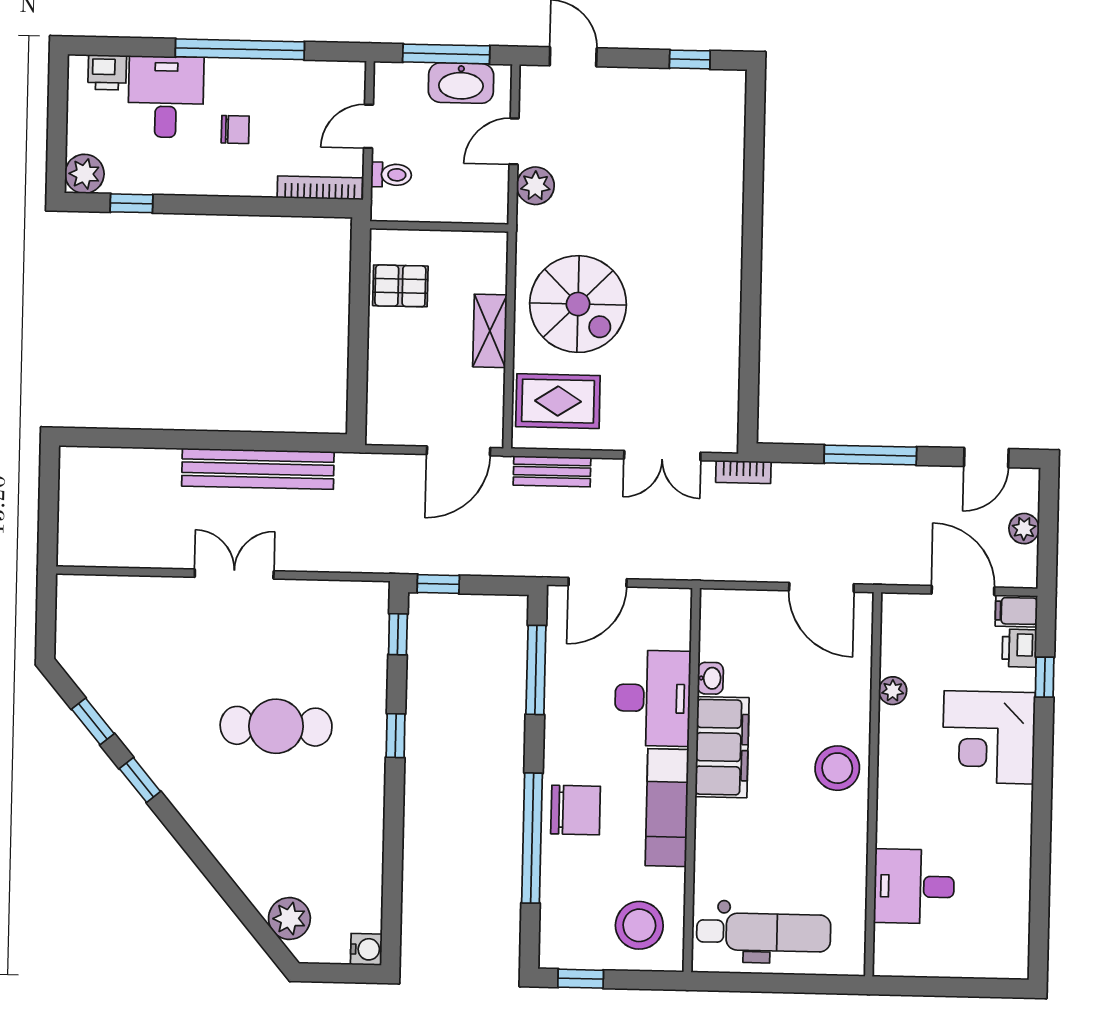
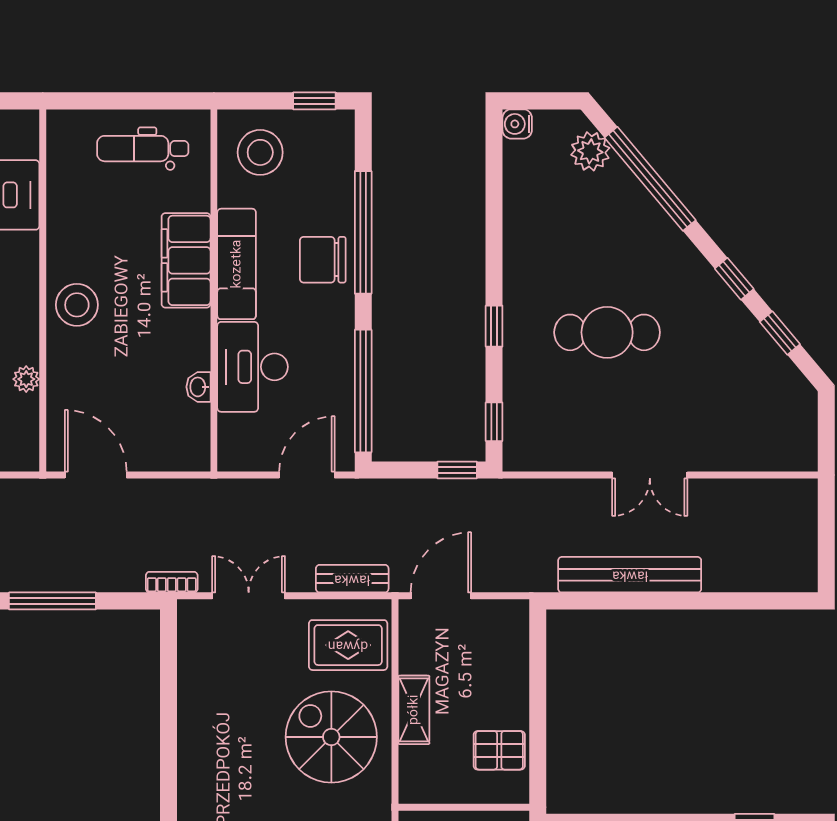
window: (536, 670) -> (363, 391), width x1.46
filing cabinet: (722, 747) -> (186, 260), moved
window: (227, 888) -> (650, 179), added
dental chair: (764, 932) -> (143, 149), width x0.73, depth x0.72

